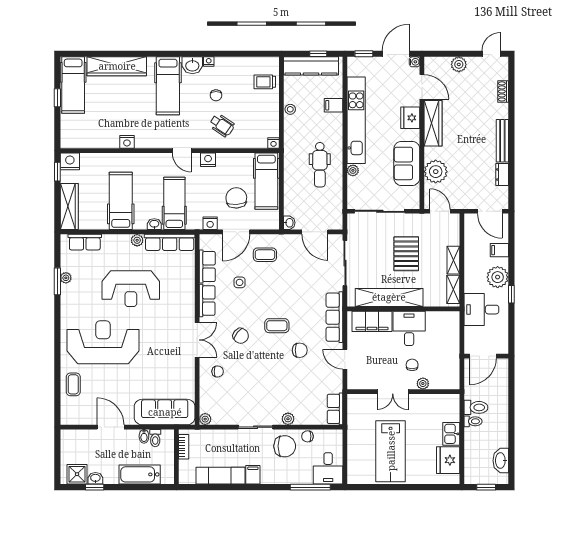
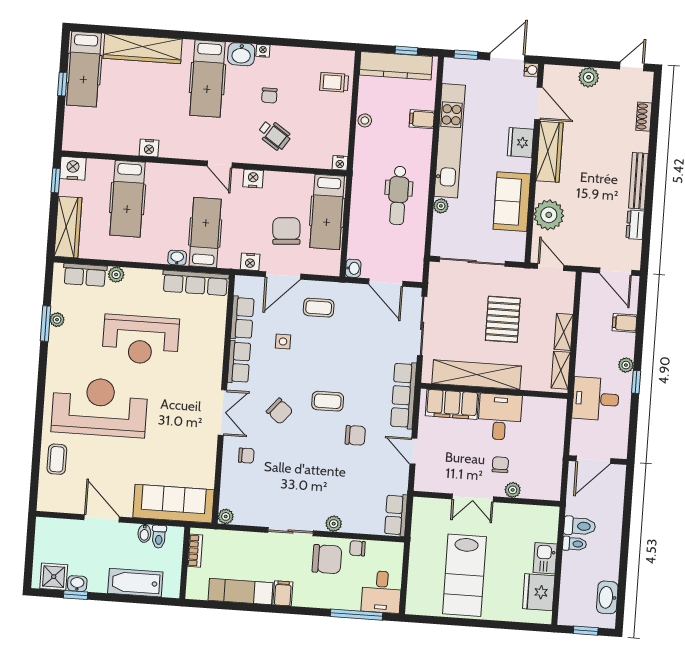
hospital bed: (121, 201) -> (128, 199), moved, turned 180
plant: (137, 240) -> (116, 275), moved
plant: (498, 277) -> (626, 365), width x0.53, depth x0.53

